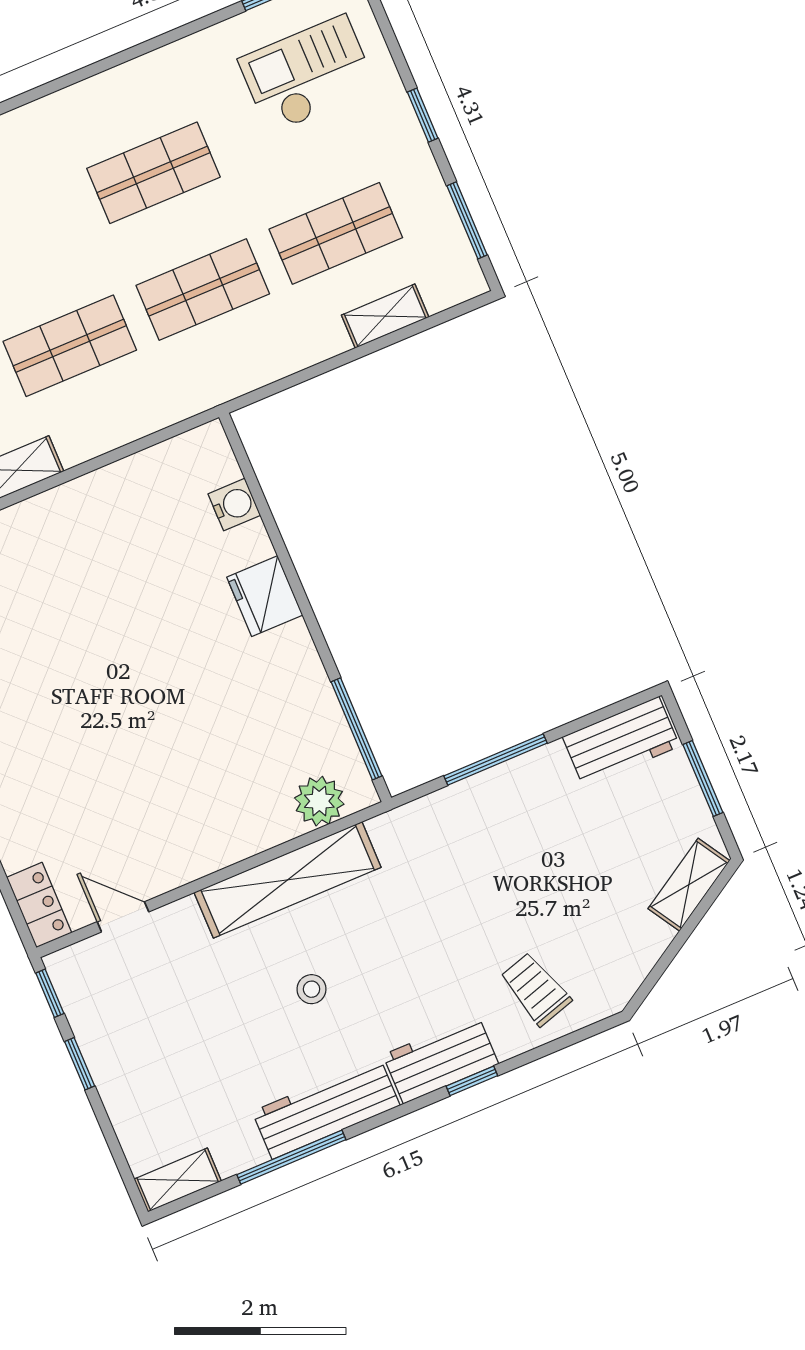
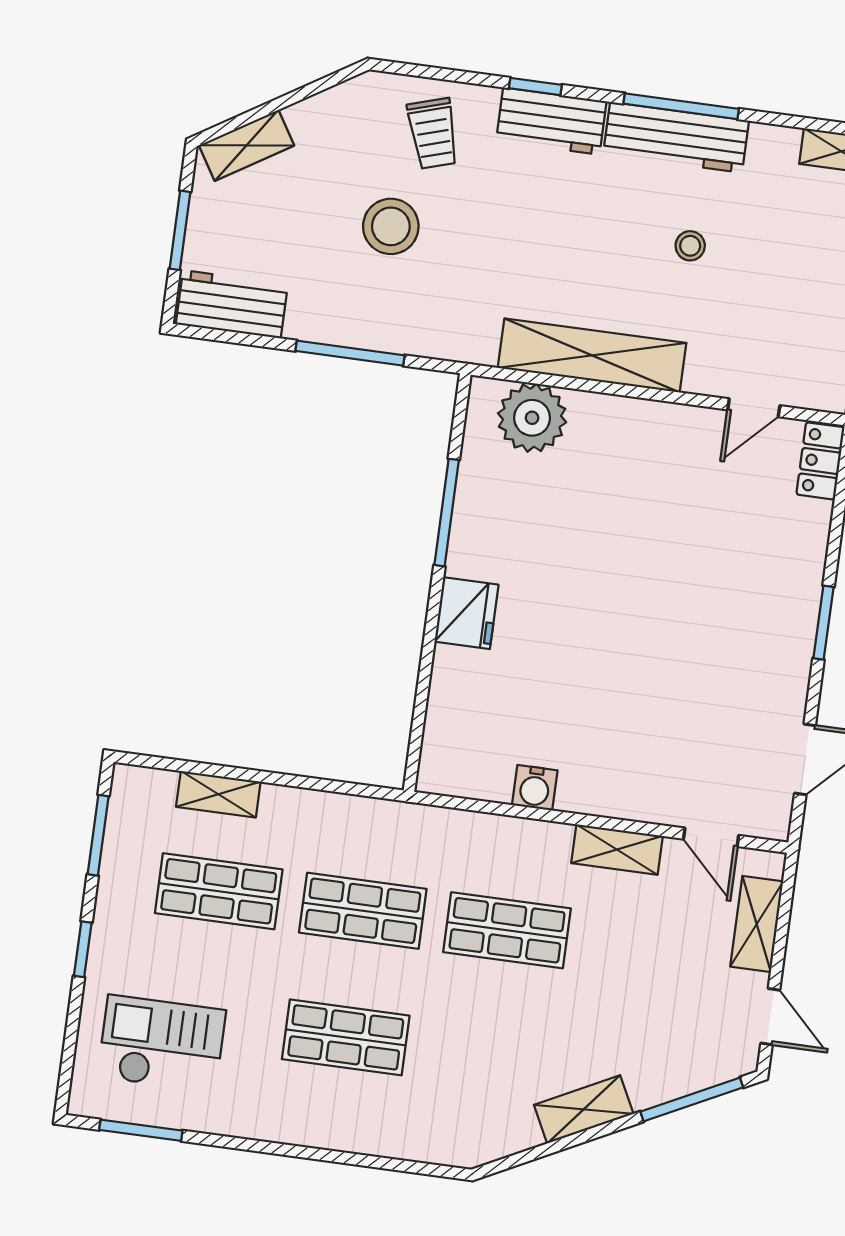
checkout: (308, 74) -> (162, 1044), turned 180
water cooler: (234, 505) -> (535, 788), moved, turned -90
window: (356, 729) -> (447, 513), moved
plant: (319, 801) -> (532, 418), width x1.36, depth x1.36
stool: (525, 888) -> (391, 226), added
door: (123, 917) -> (754, 408), hinge flipped
stool: (312, 989) -> (690, 246), moved
window: (291, 1157) -> (681, 106), moved

